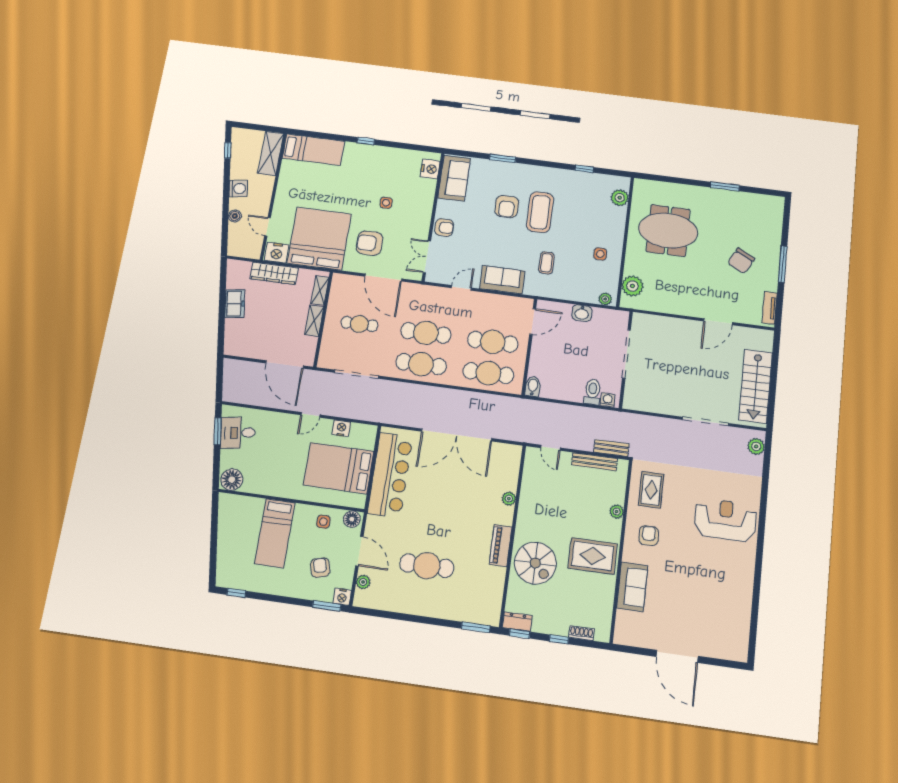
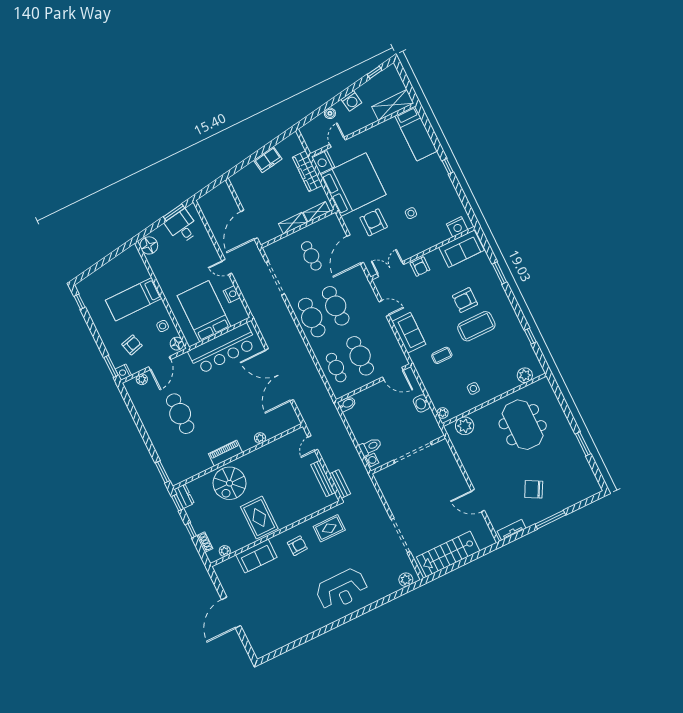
cafe table: (488, 373) -> (336, 368), width x0.73, depth x0.74
plant: (617, 512) -> (225, 551), moved
reception desk: (725, 520) -> (342, 589), turned 90

